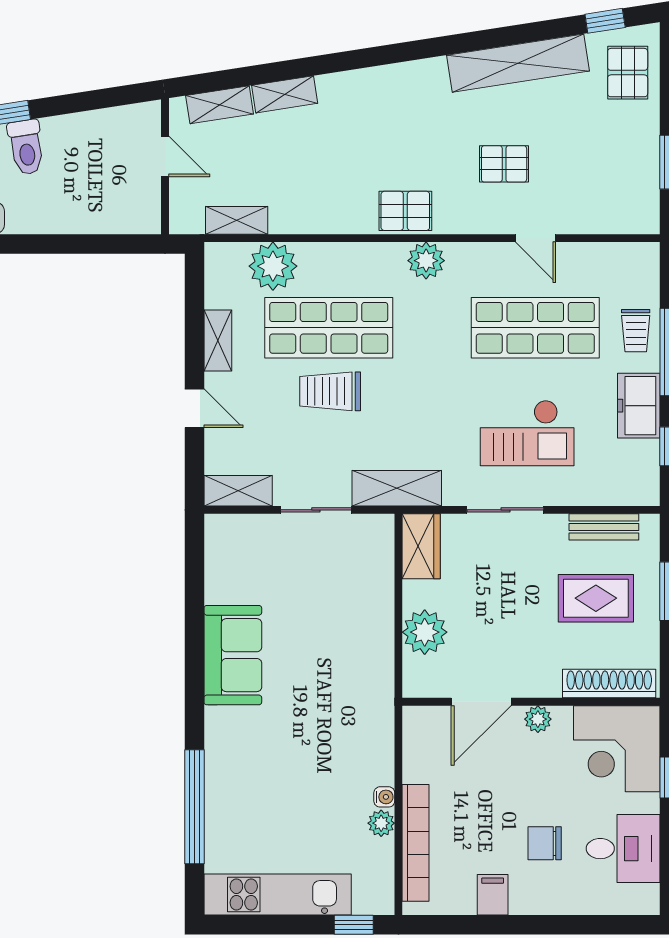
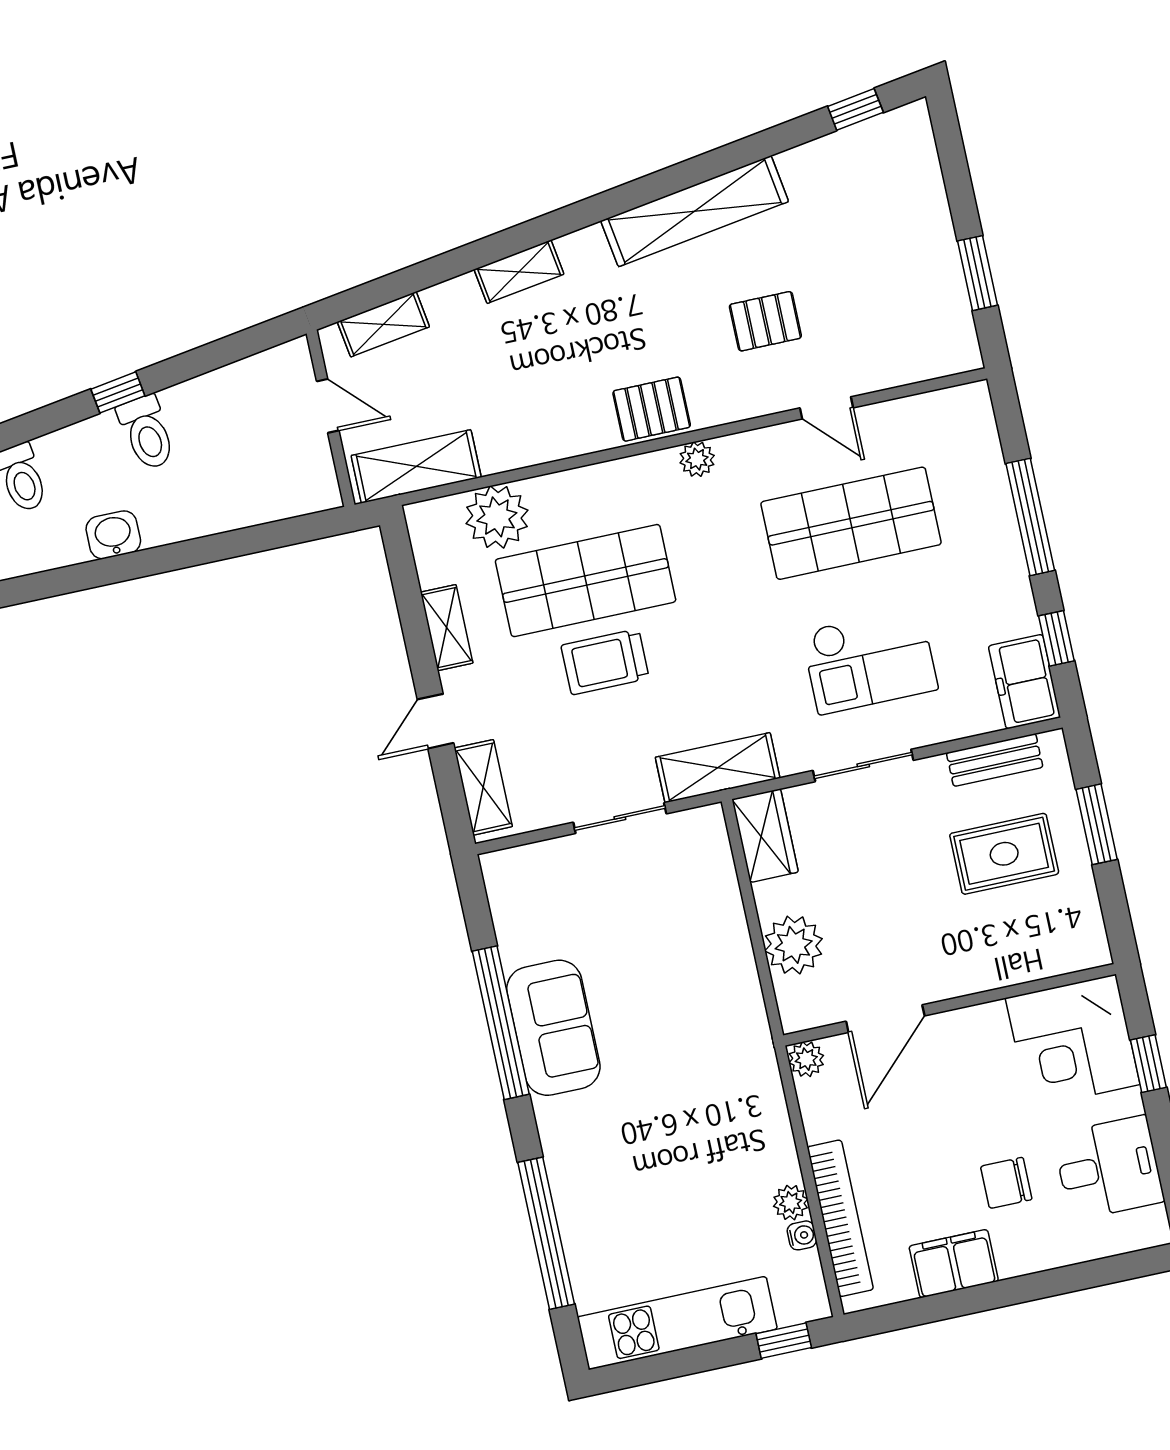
shelving: (518, 63) -> (695, 211), moved
pallet: (628, 73) -> (899, 170), removed
shelving: (285, 94) -> (519, 272), moved
shelving: (237, 220) -> (416, 466), width x1.50, depth x1.33
plant: (426, 261) -> (697, 459), width x0.73, depth x0.73
trolley: (636, 331) -> (981, 499), removed
freezer: (639, 406) -> (1024, 682), moved
door: (194, 408) -> (435, 721), swing flipped
shelving: (238, 491) -> (483, 787), moved, turned 90
window: (194, 643) -> (501, 1023), added
shoe rack: (609, 683) -> (1045, 960), removed
plant: (538, 719) -> (806, 1059), moved
water cooler: (384, 797) -> (802, 1235), moved
filing cabinet: (493, 895) -> (954, 1264), width x2.00

